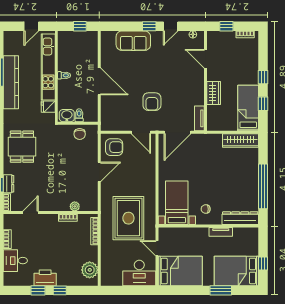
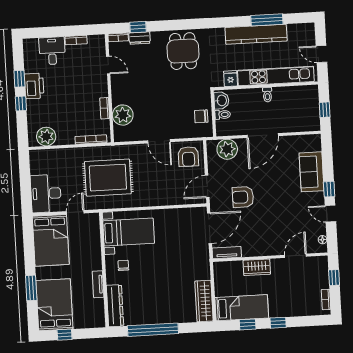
plant: (110, 113) -> (227, 149), added
door: (177, 132) -> (209, 228), swing flipped
dining table: (22, 147) -> (183, 51), turned 90
plant: (75, 206) -> (123, 115), width x1.88, depth x1.88

